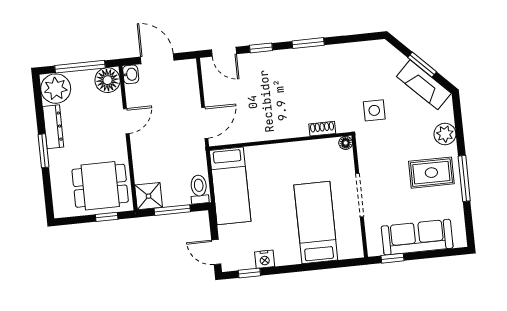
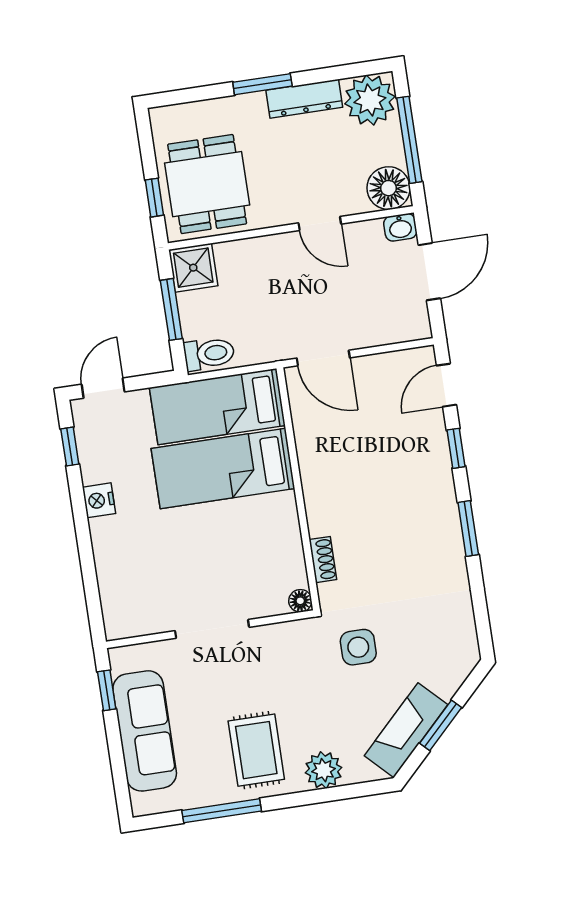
window: (464, 178) -> (222, 811), moved
bed: (316, 222) -> (223, 468), moved, turned 180
nightstand: (265, 259) -> (99, 500), moved

